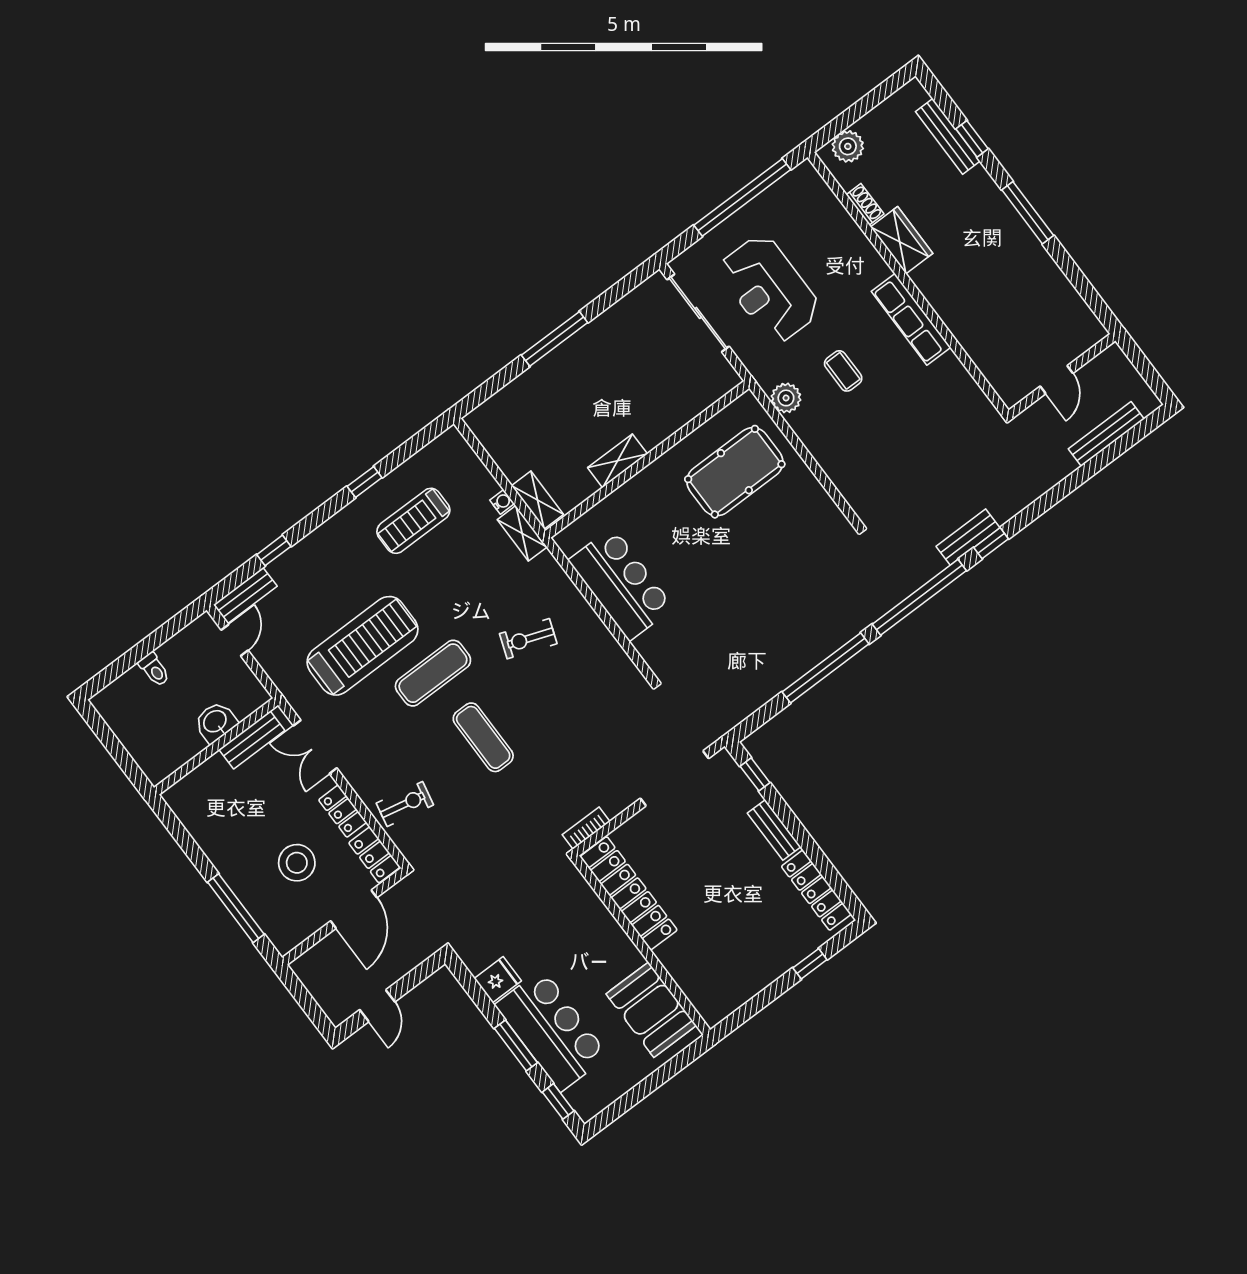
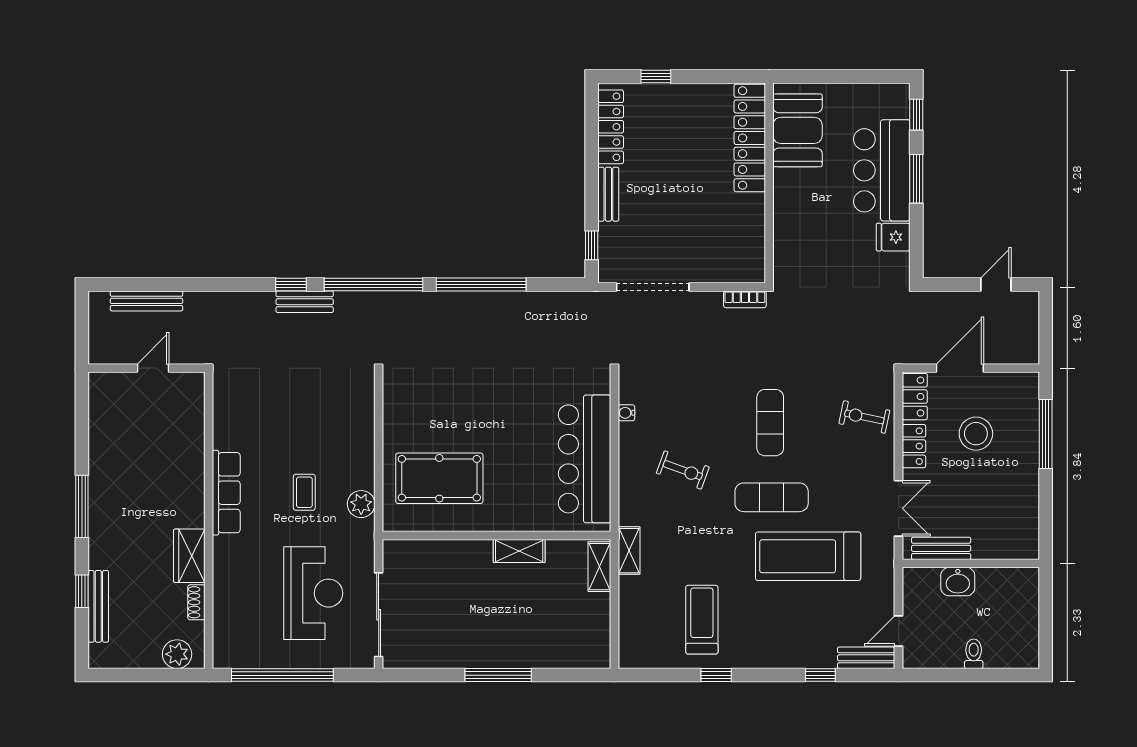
water cooler: (502, 502) -> (626, 413), moved
treadmill: (413, 521) -> (702, 620), turned -90
bar counter: (621, 584) -> (585, 459), width x1.36
locker: (629, 893) -> (750, 138), moved

